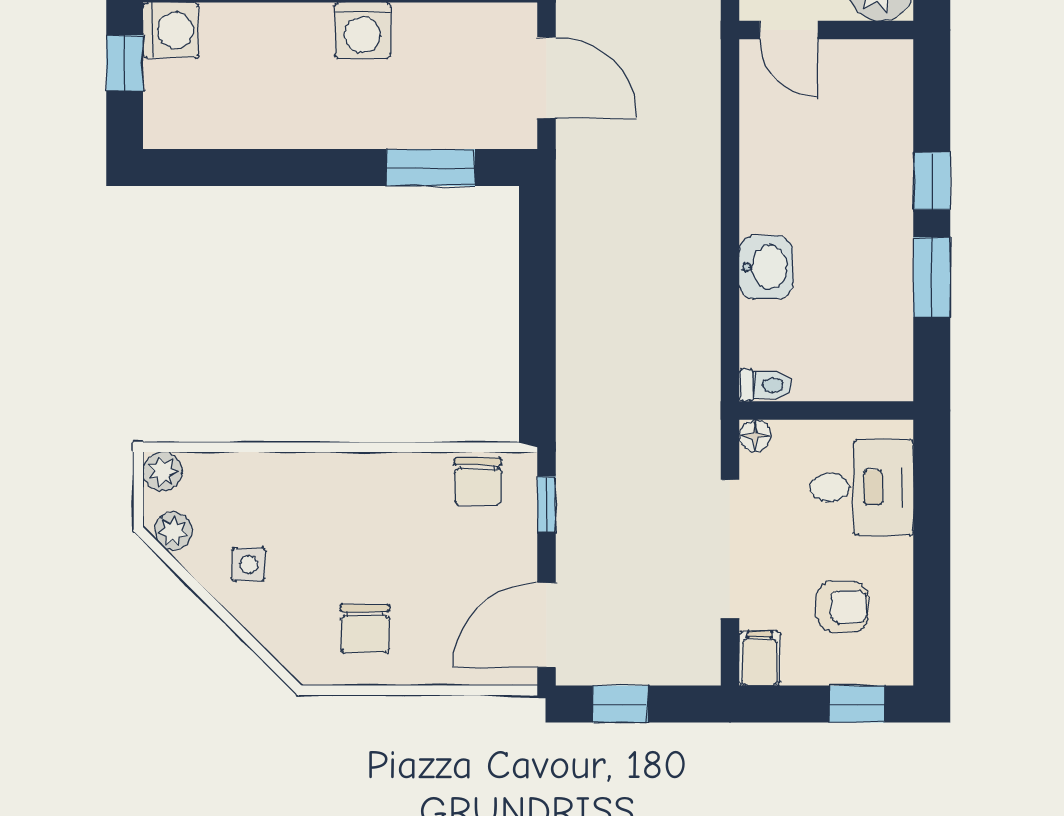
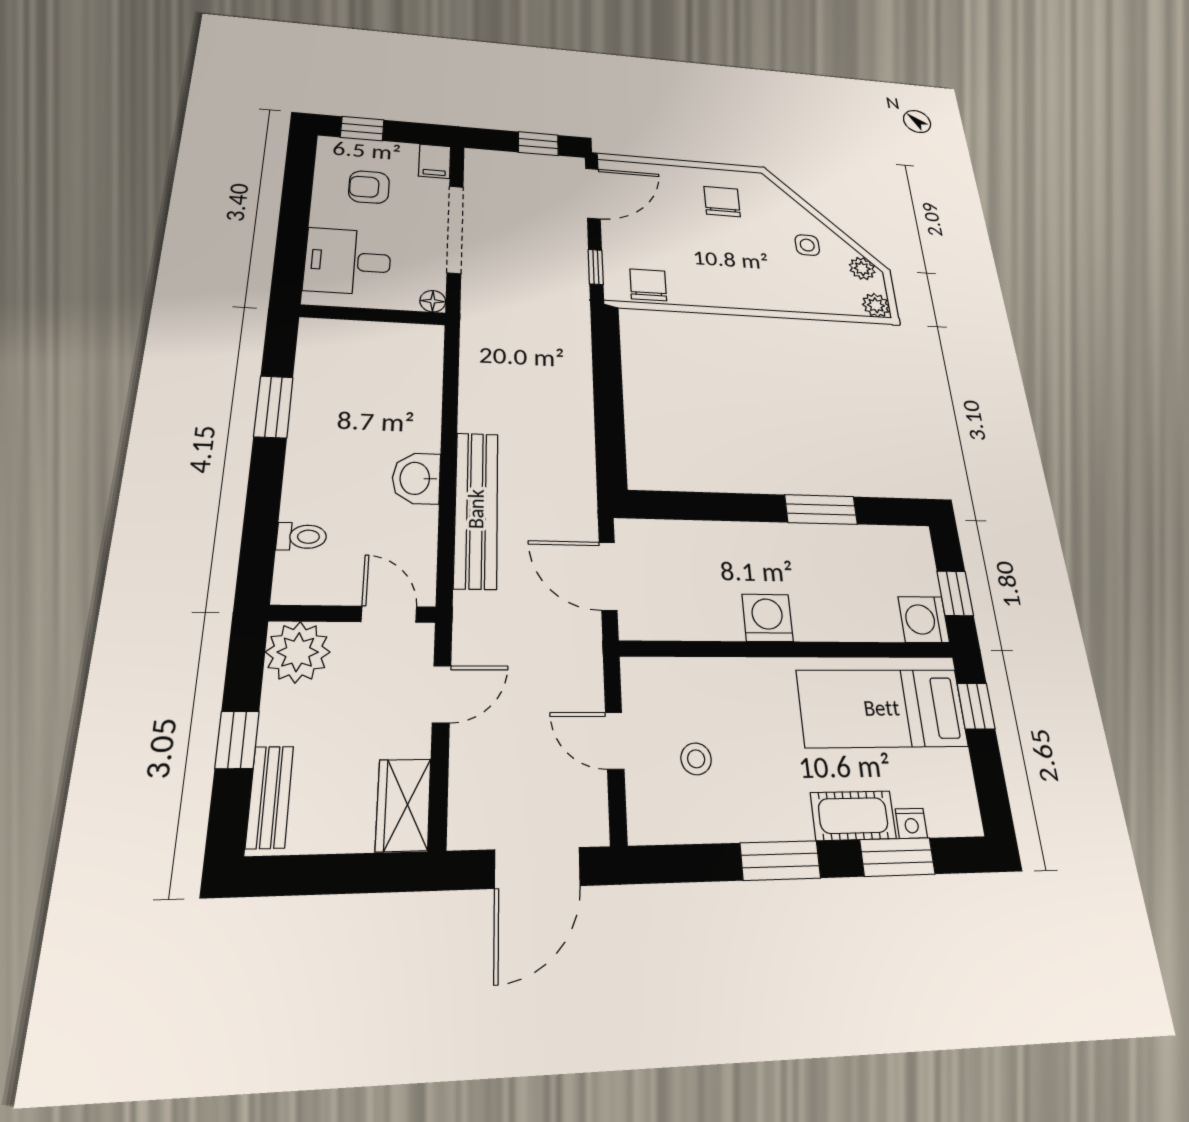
bench: (697, 156) -> (476, 509), added
window: (431, 168) -> (821, 509), moved
window: (932, 181) -> (265, 483), removed
washbasin: (766, 267) -> (416, 478), moved
toilet: (765, 385) -> (302, 537), moved, turned 180

